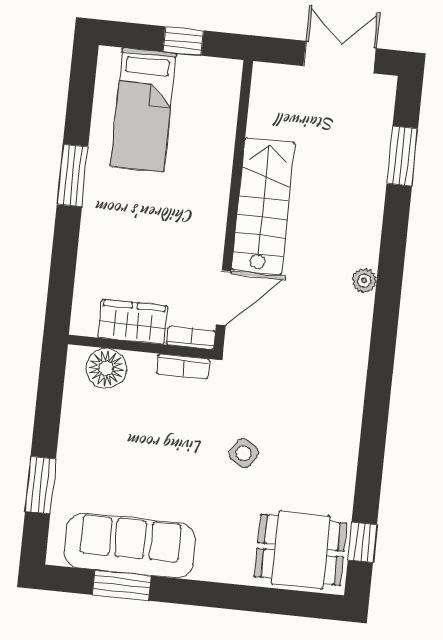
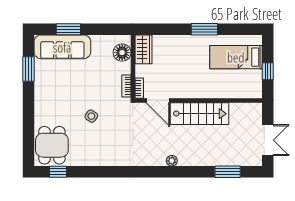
wardrobe: (133, 322) -> (143, 49), moved
sofa: (130, 546) -> (62, 47), moved, turned 90

